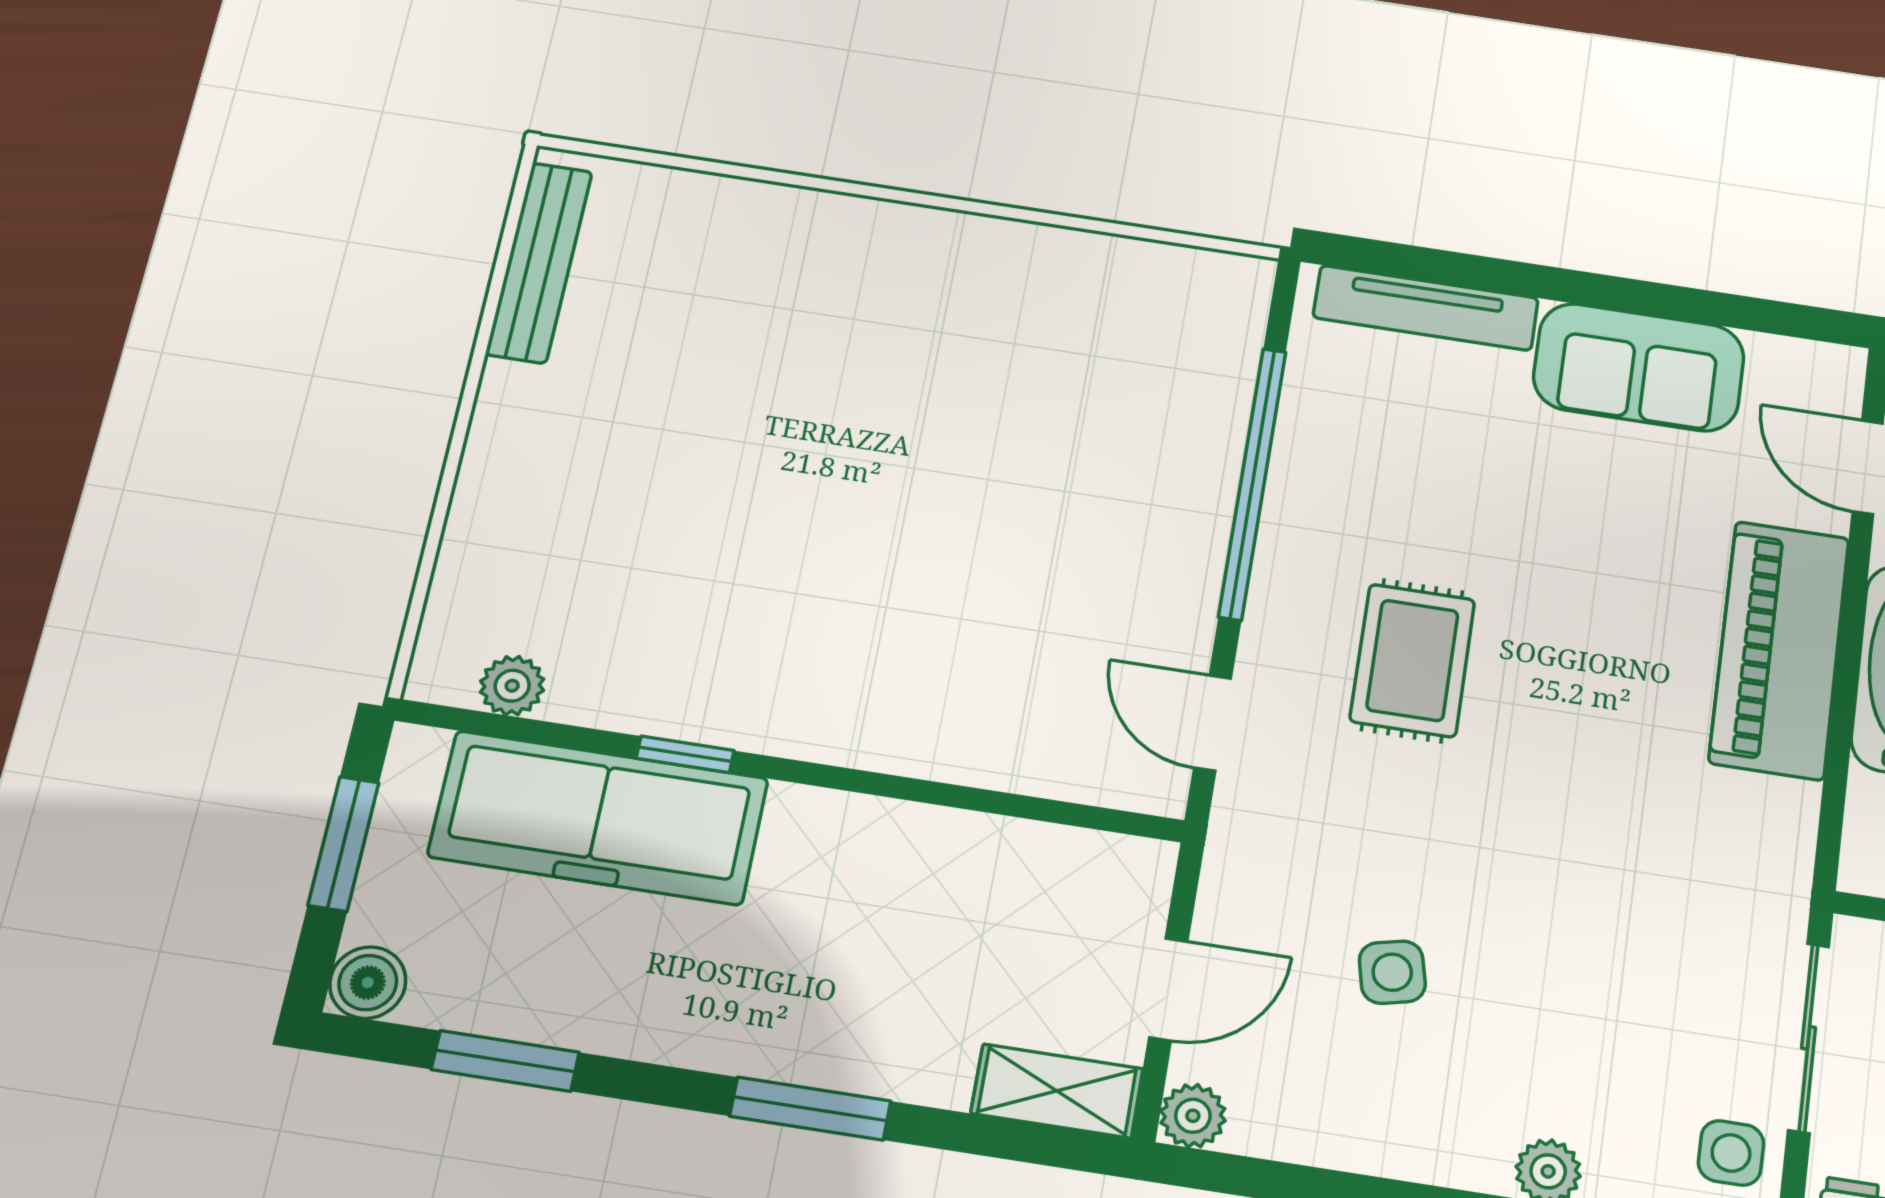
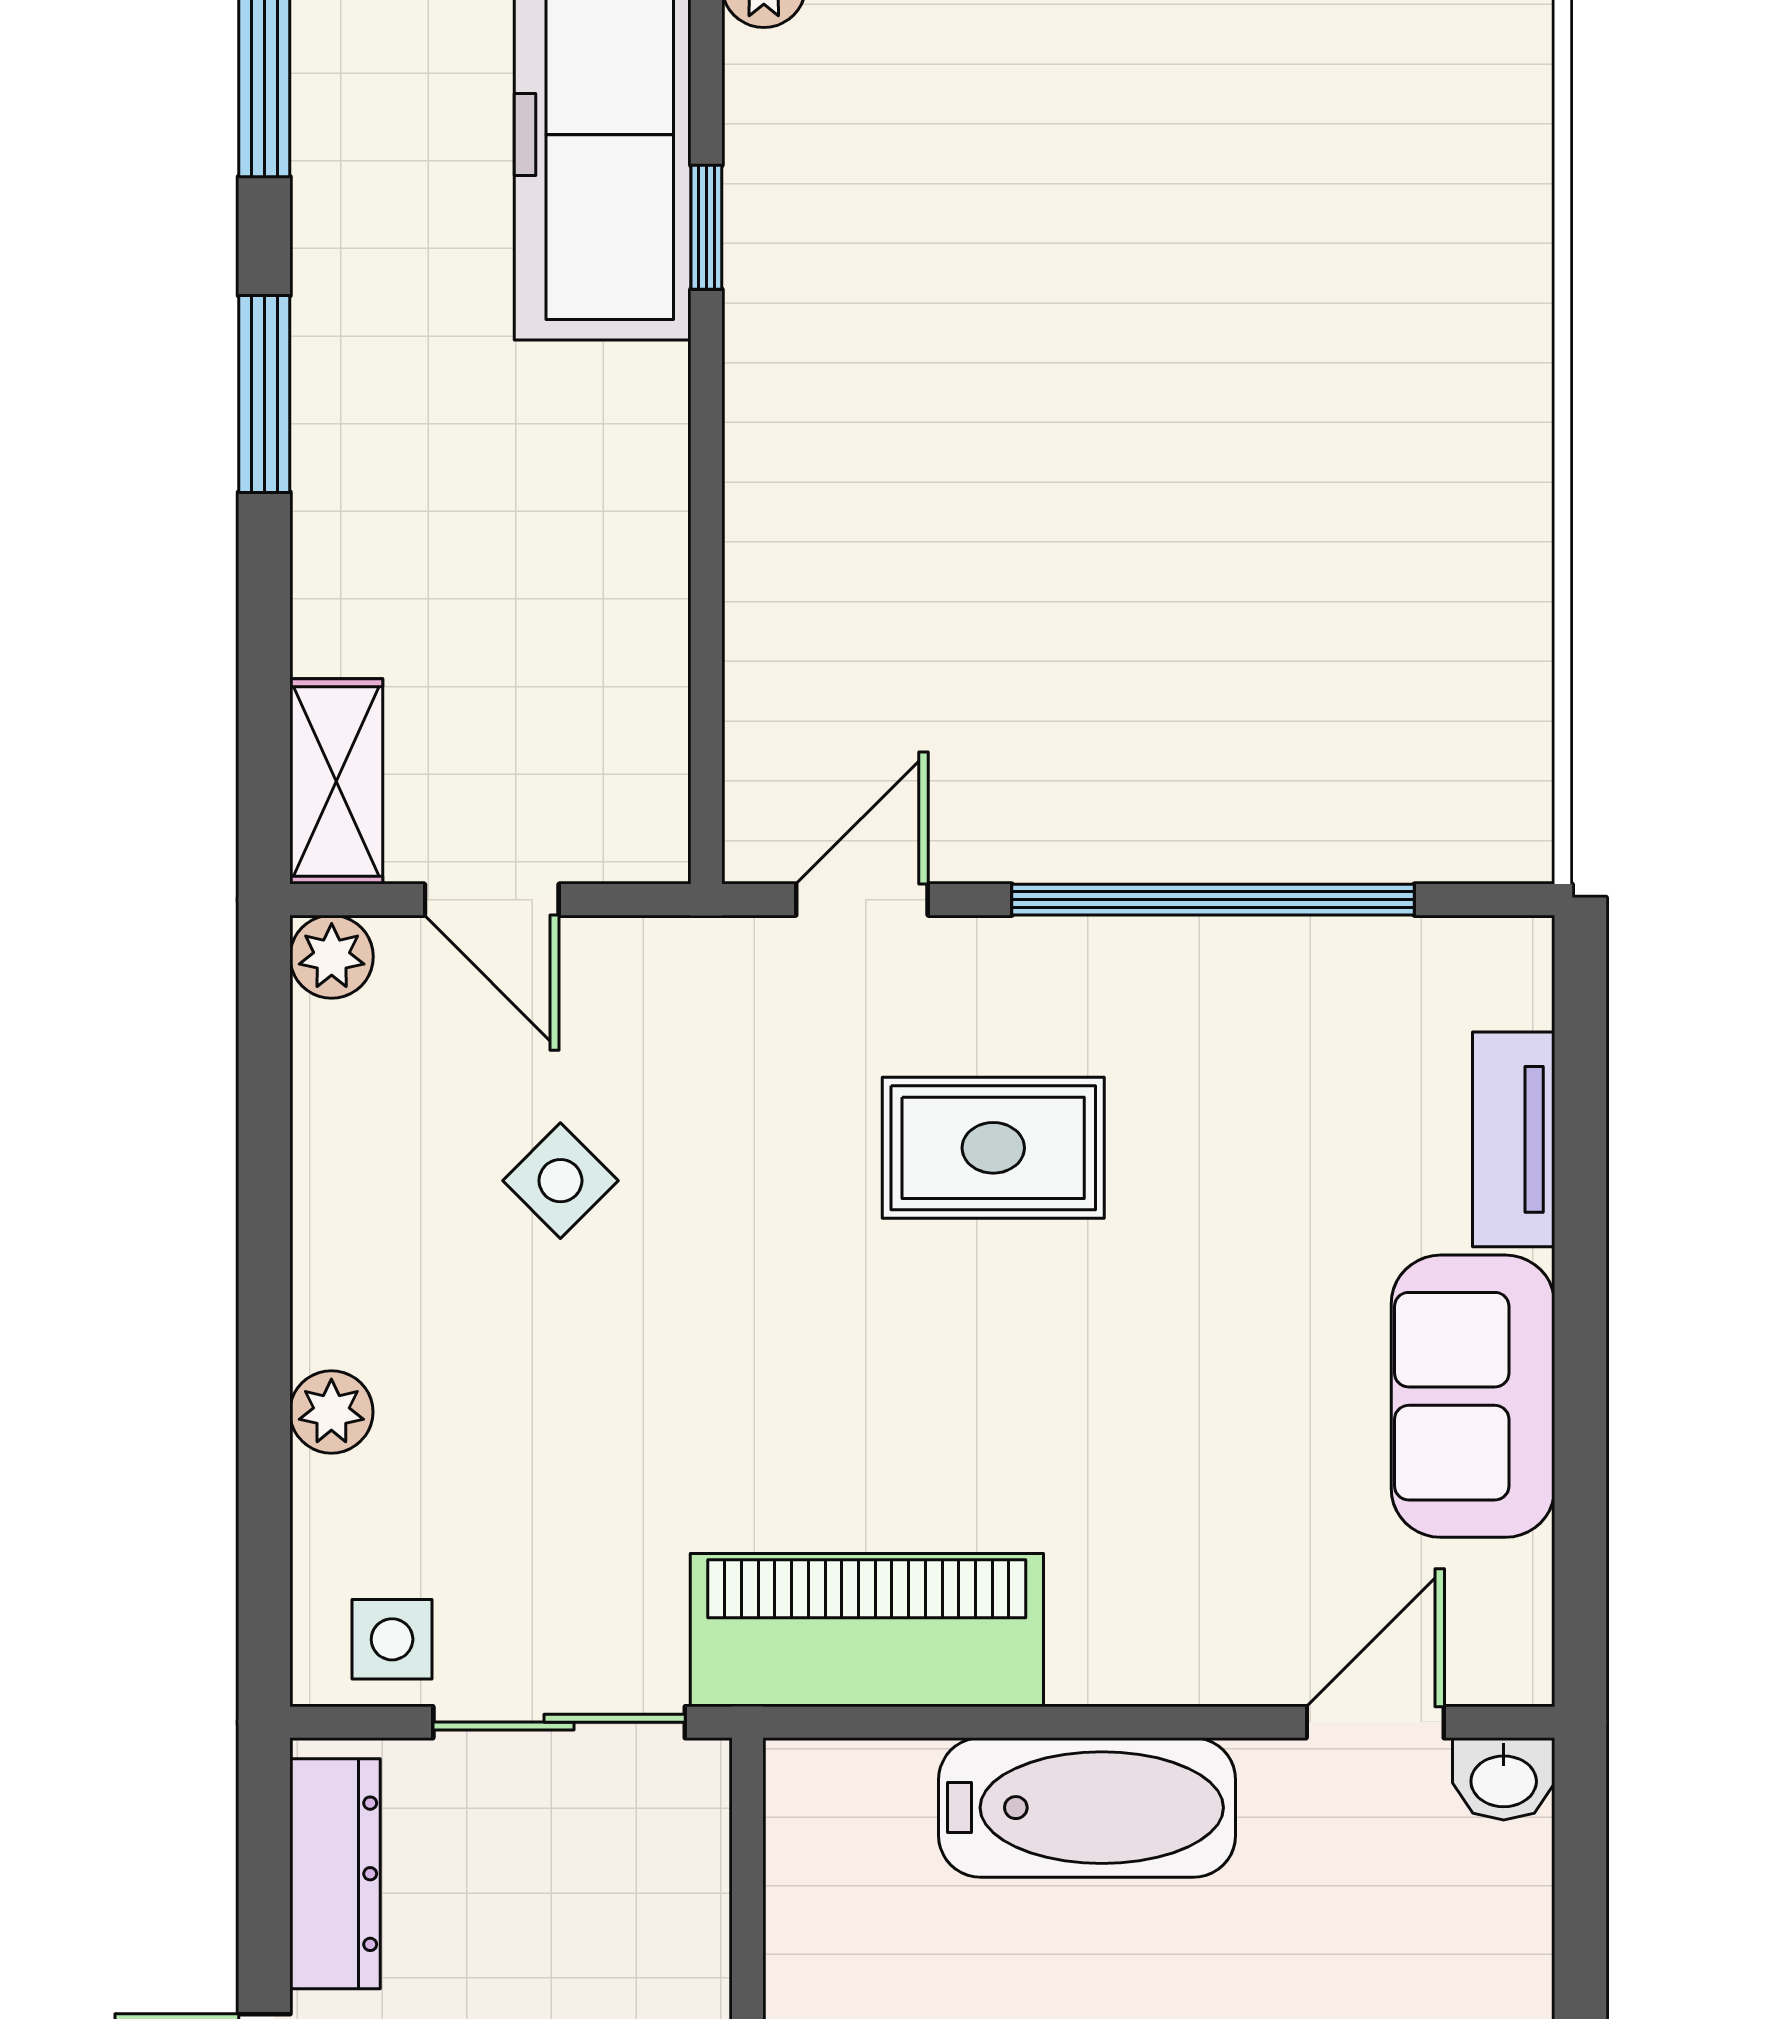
tv unit: (1426, 308) -> (1514, 1139), width x0.71
piano: (1779, 650) -> (867, 1630), moved
side table: (1392, 972) -> (560, 1181), turned -32
window: (810, 1109) -> (264, 394), moved

